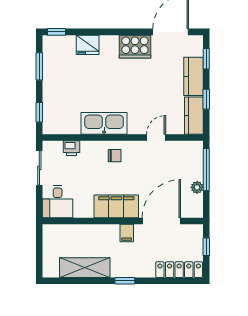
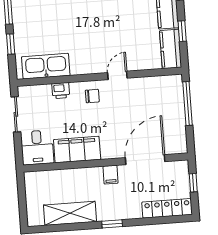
window: (39, 112) -> (11, 44), moved
kitchen sink: (104, 123) -> (46, 66), moved
door: (156, 137) -> (117, 75), moved
printer: (71, 148) -> (61, 91), moved
plant: (197, 187) -> (179, 122), removed
filing cabinet: (116, 206) -> (77, 150), moved

